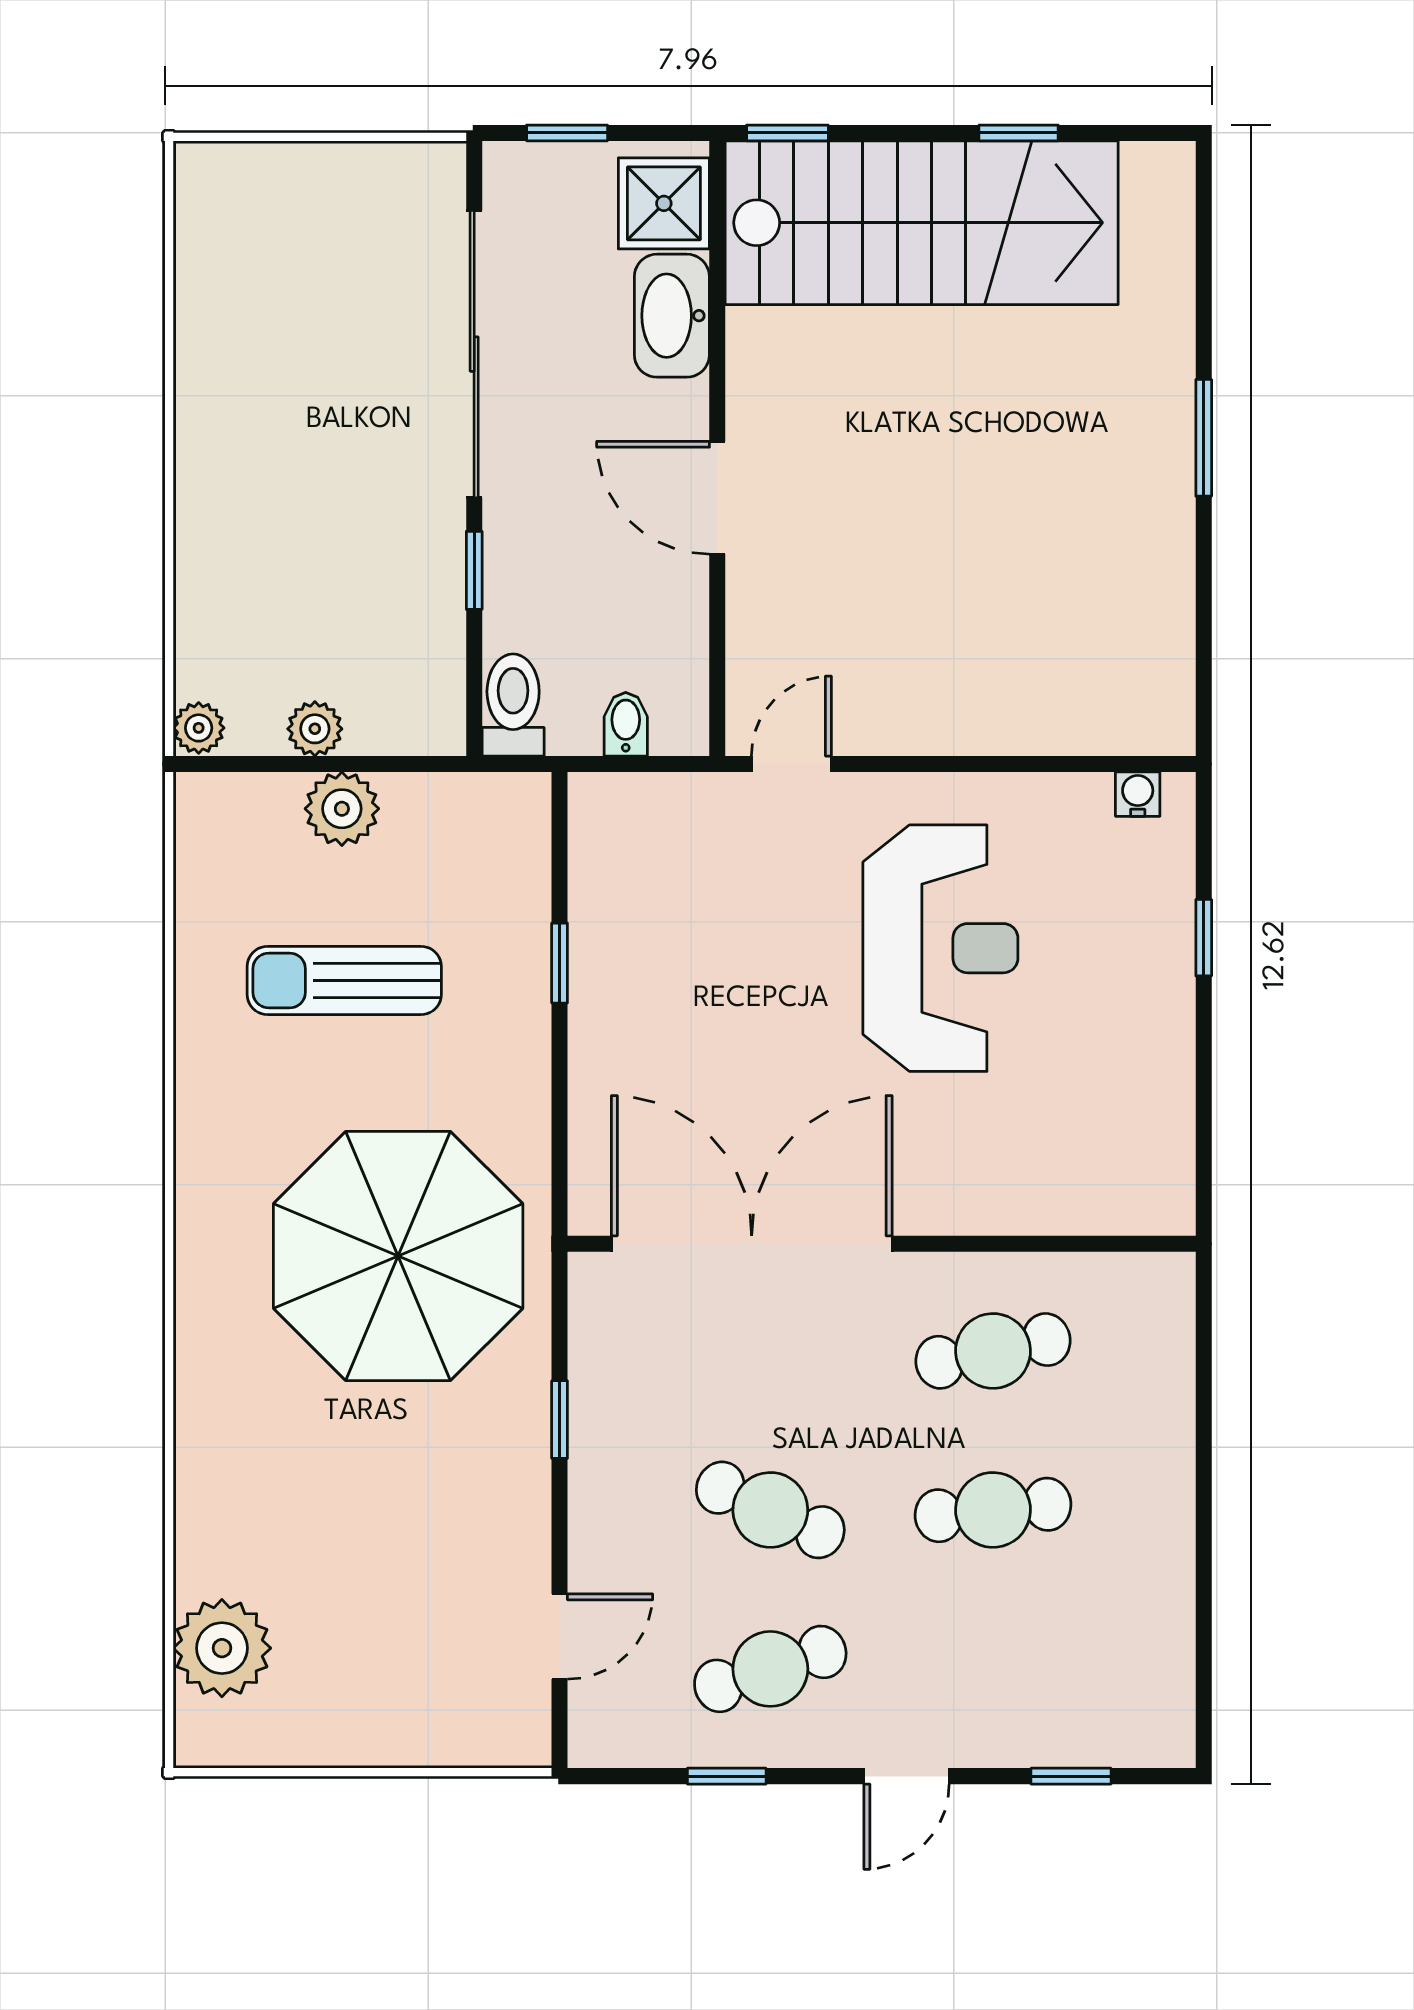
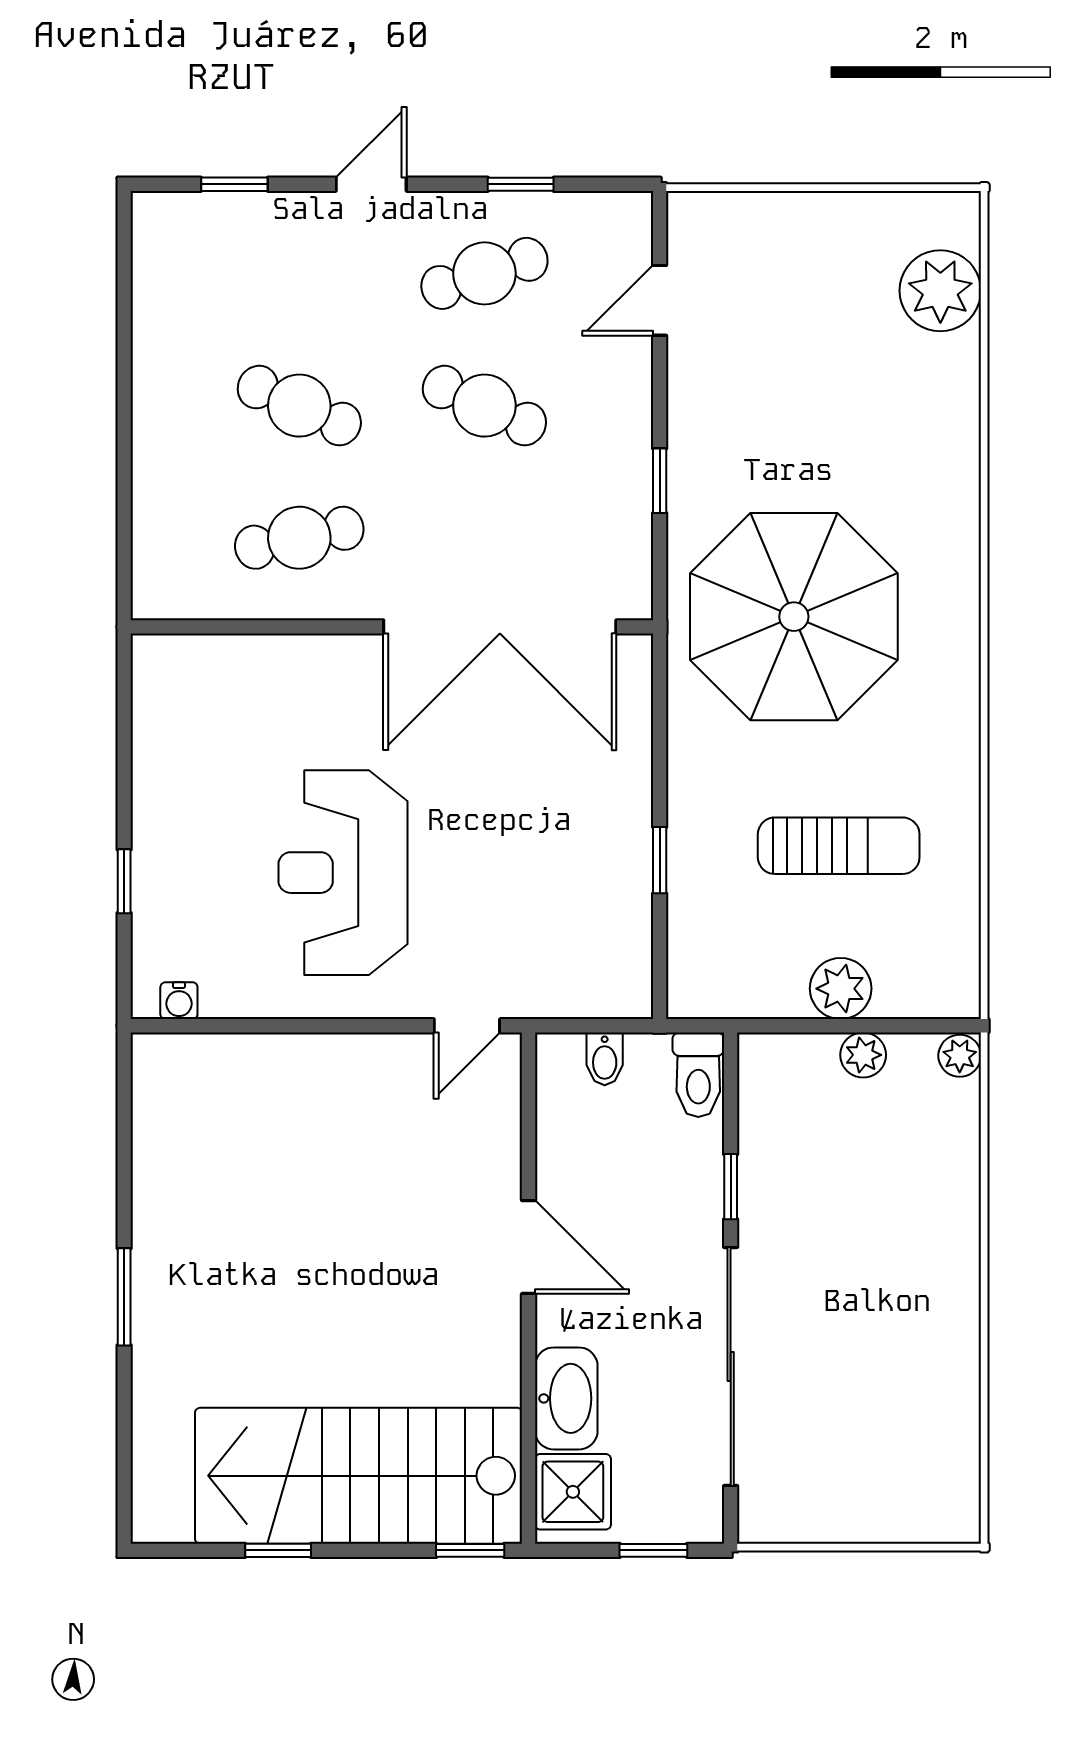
cafe table: (993, 1510) -> (299, 406), turned 30

